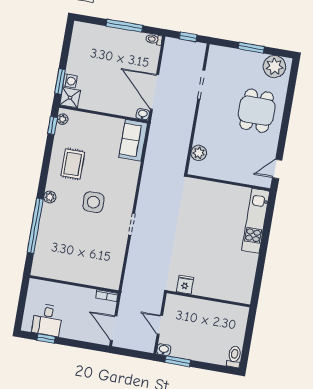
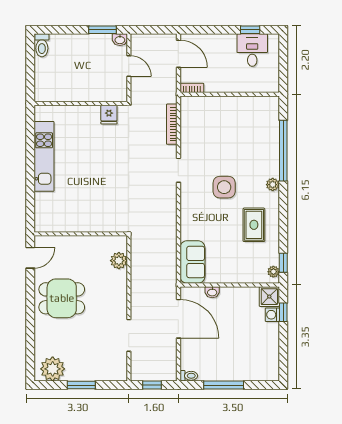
window: (60, 81) -> (283, 312), width x0.67
dining table: (257, 111) -> (62, 298), moved, turned 90
washbasin: (143, 114) -> (212, 292), moved
kitchen unit: (256, 221) -> (44, 156), moved
bookcase: (130, 266) -> (172, 124), added

